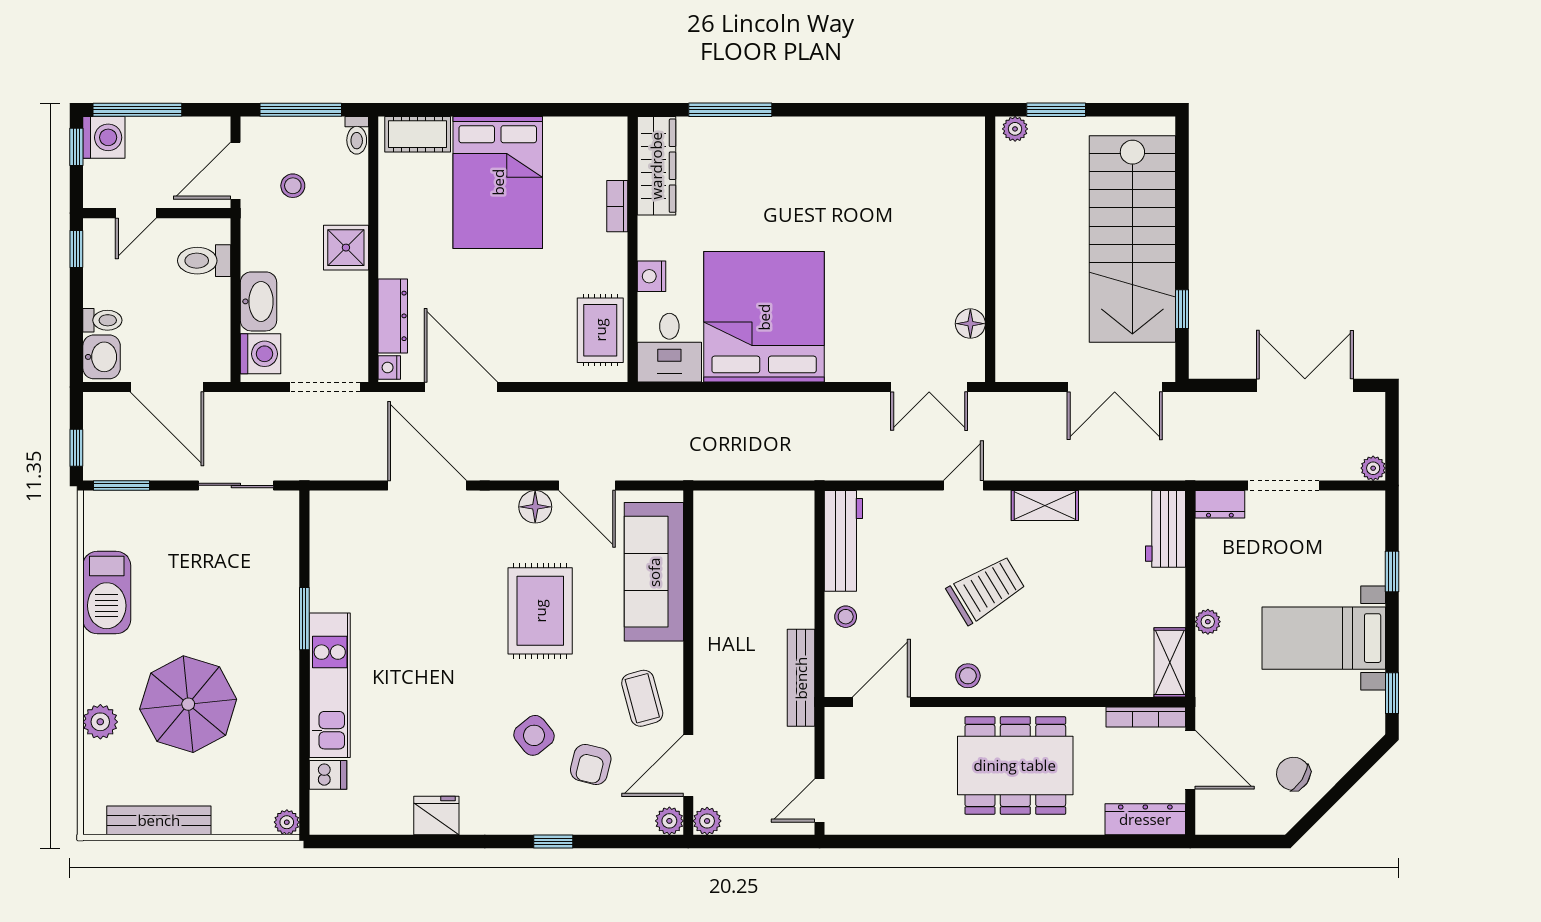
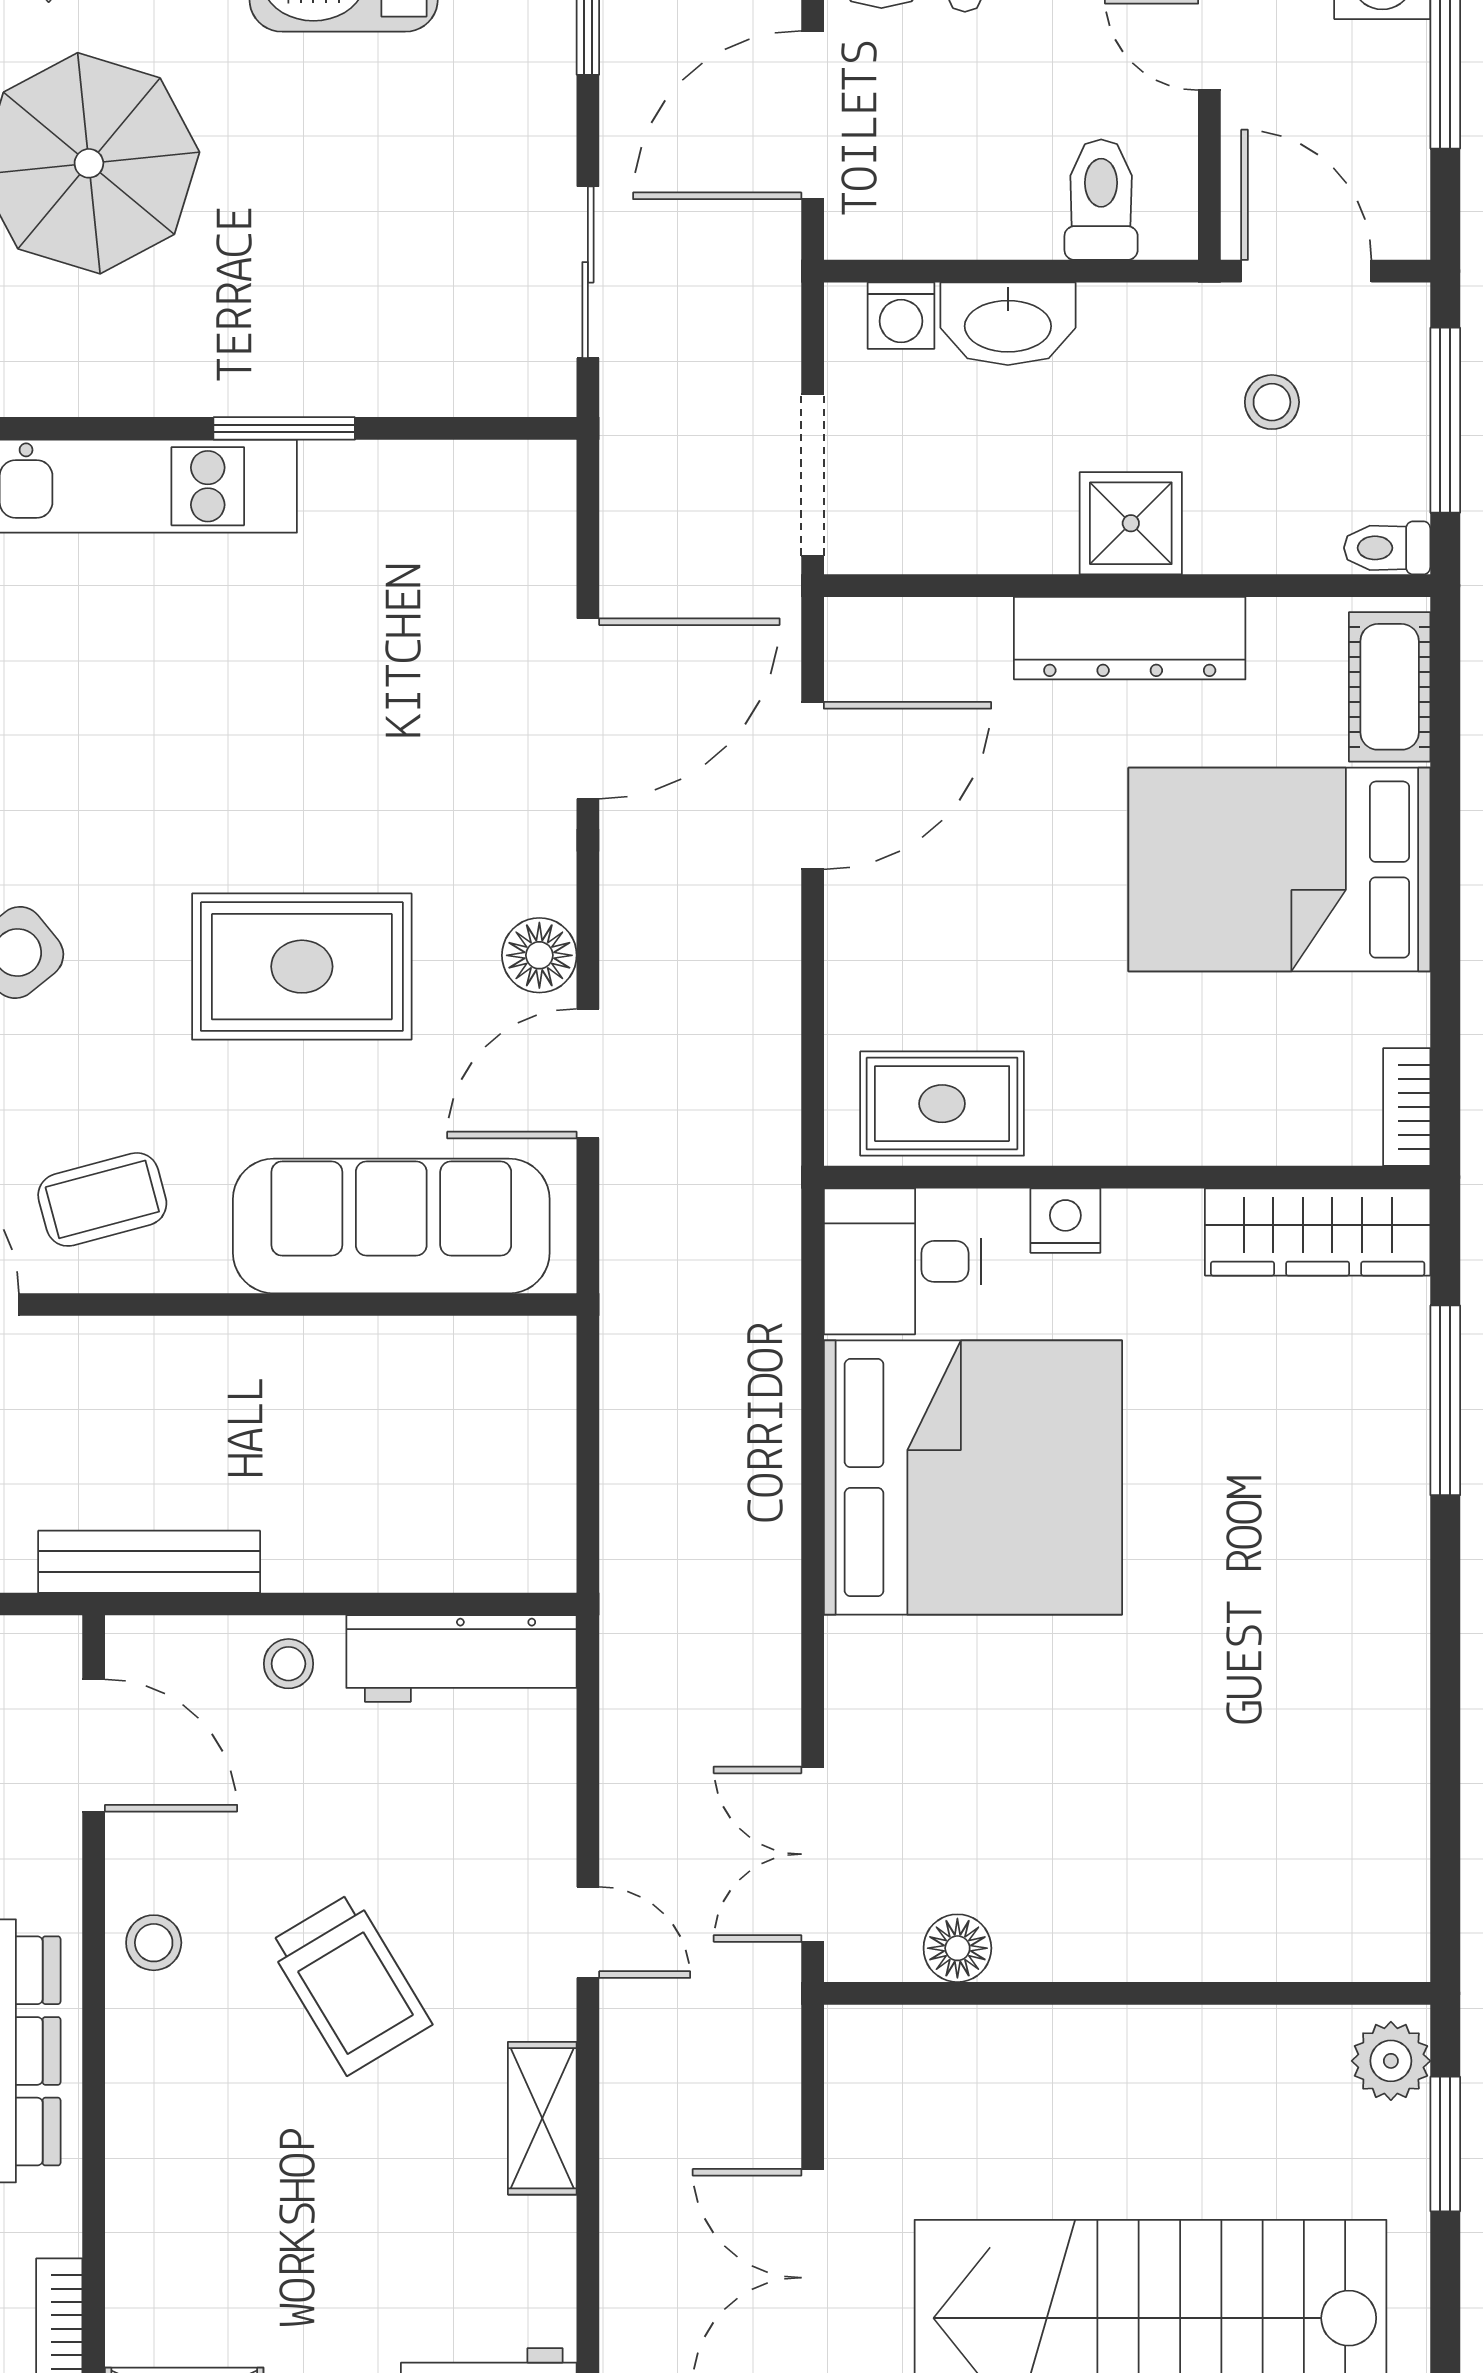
plant: (1015, 129) -> (1391, 2061), width x1.38, depth x1.38
bookcase: (617, 206) -> (1407, 1107), moved, turned -90
dresser: (393, 316) -> (1130, 638), moved, width x1.37, depth x1.24
washing machine: (260, 354) -> (901, 316), width x0.73, depth x0.73
nightstand: (389, 368) -> (857, 622), removed

